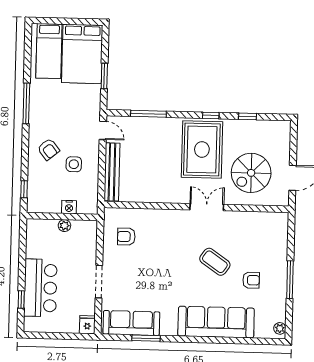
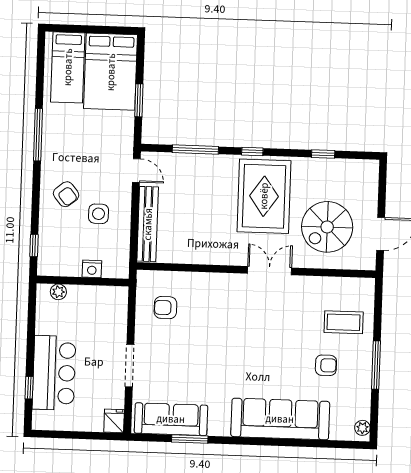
window: (211, 115) -> (252, 151), moved
plant: (64, 226) -> (58, 292), moved
coffee table: (215, 262) -> (344, 322), moved, turned -35

